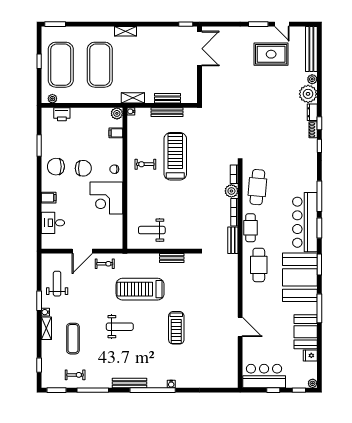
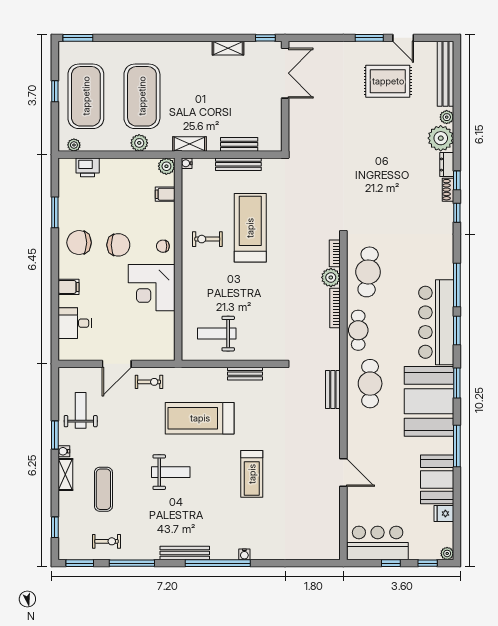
shelving: (126, 31) -> (228, 48), moved
plant: (98, 97) -> (139, 143), added
bench: (233, 240) -> (333, 390), moved

